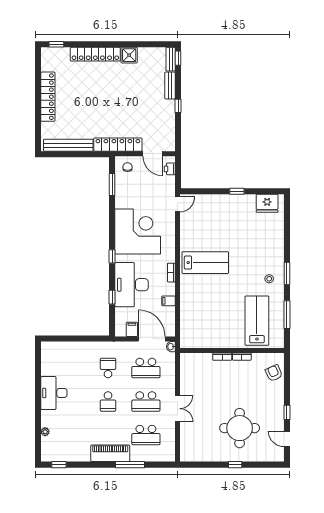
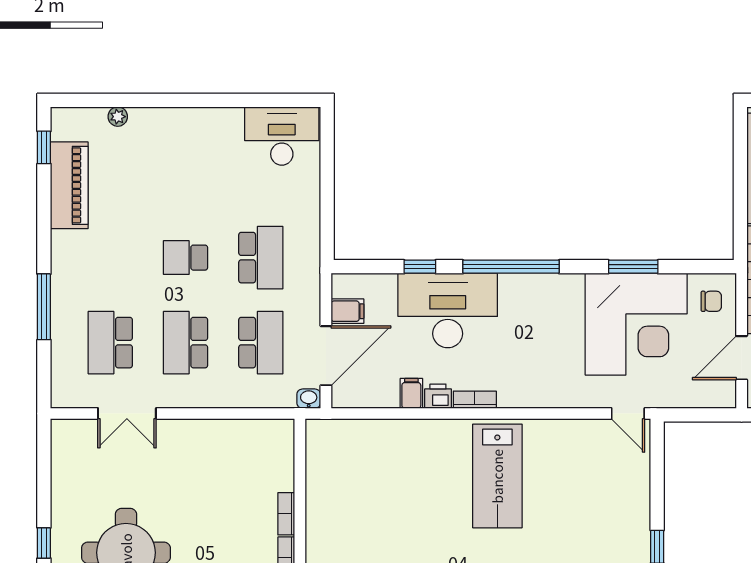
printer: (170, 169) -> (438, 396), moved
window: (112, 184) -> (633, 267), moved
corner desk: (138, 231) -> (636, 324), moved
window: (112, 256) -> (511, 267), width x3.17
school desk: (108, 368) -> (261, 258), width x1.85
school desk: (146, 368) -> (261, 343), turned 180
desk: (54, 393) -> (282, 136), moved
double door: (177, 409) -> (127, 413), moved
piano: (110, 453) -> (69, 185), moved

